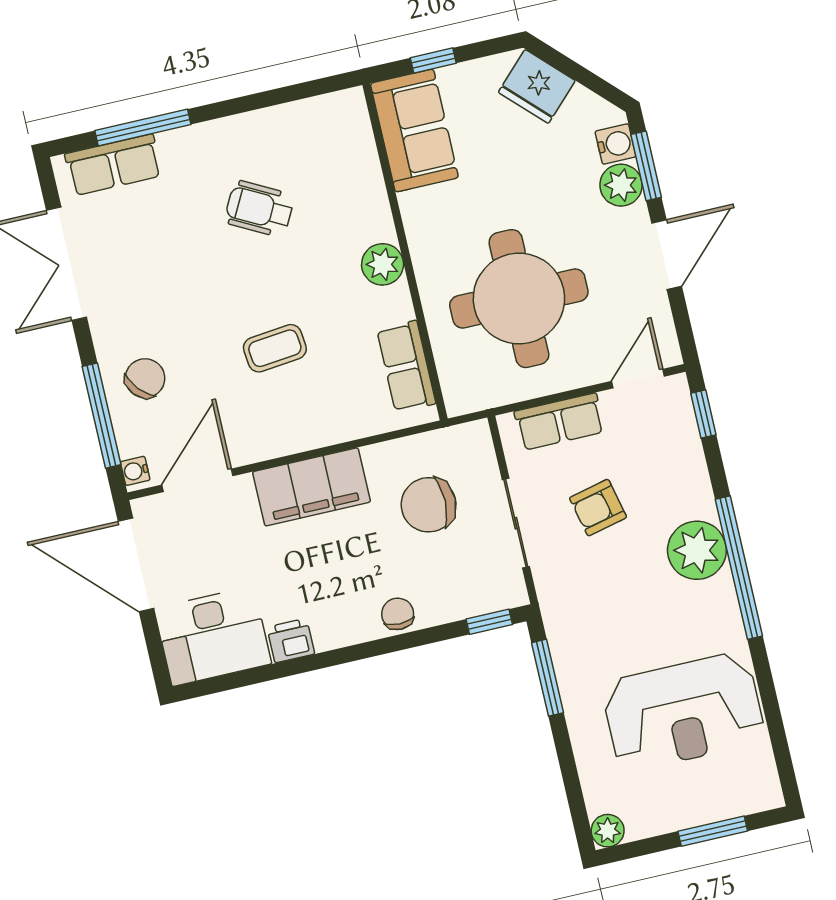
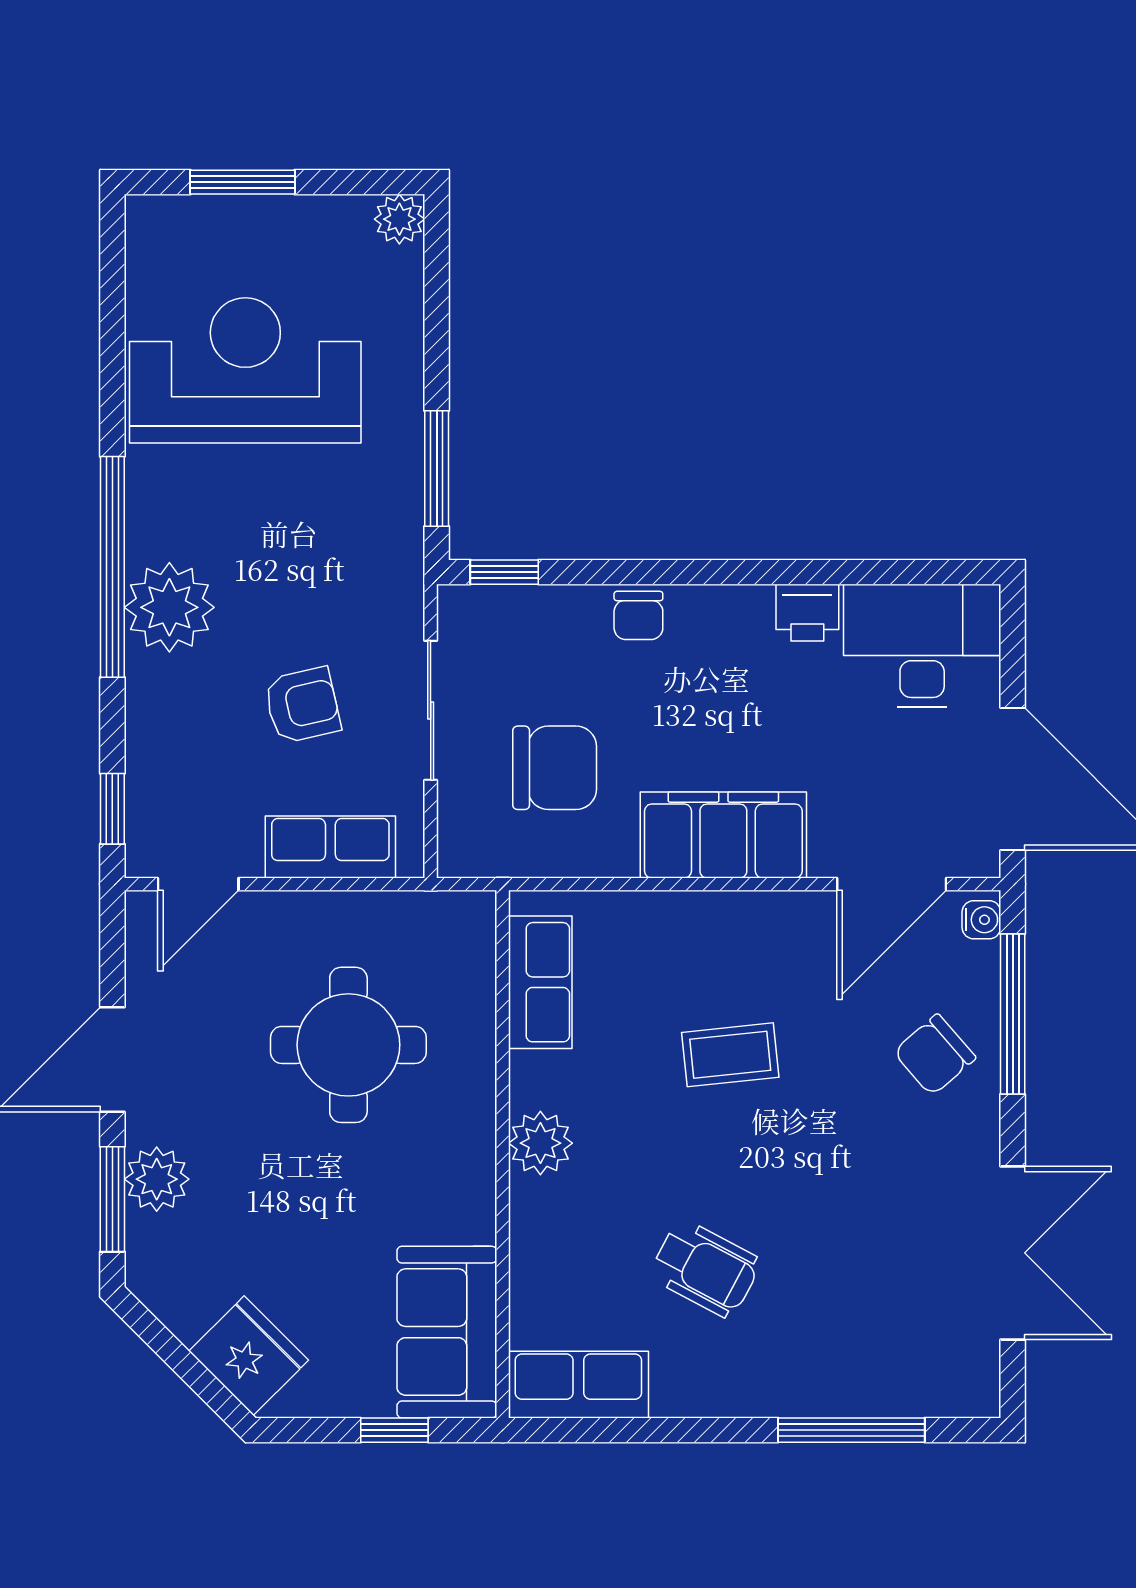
water cooler: (615, 144) -> (151, 1243), removed
row of seats: (113, 165) -> (578, 1385), moved
round table: (519, 299) -> (348, 1045), width x0.73, depth x0.73

